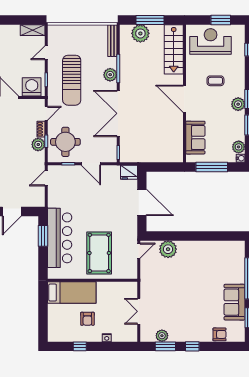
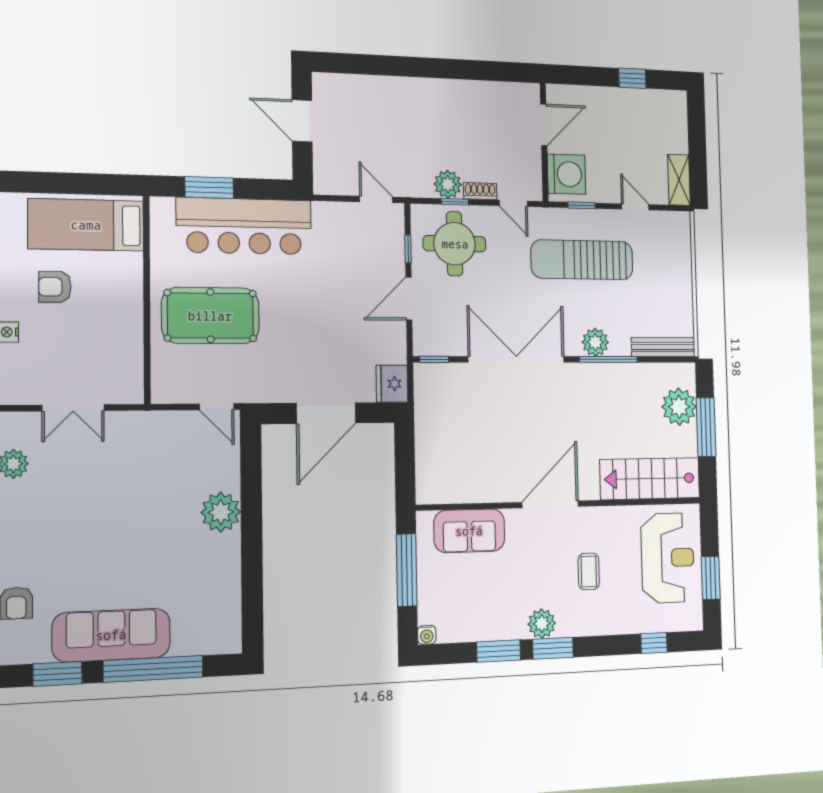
plant: (239, 147) -> (451, 629), removed
window: (43, 236) -> (209, 188), moved
plant: (168, 249) -> (221, 512), moved
bed: (72, 293) -> (86, 225), moved, turned 90
sofa: (234, 302) -> (111, 635), width x1.36
double door: (139, 311) -> (73, 408), swing flipped

